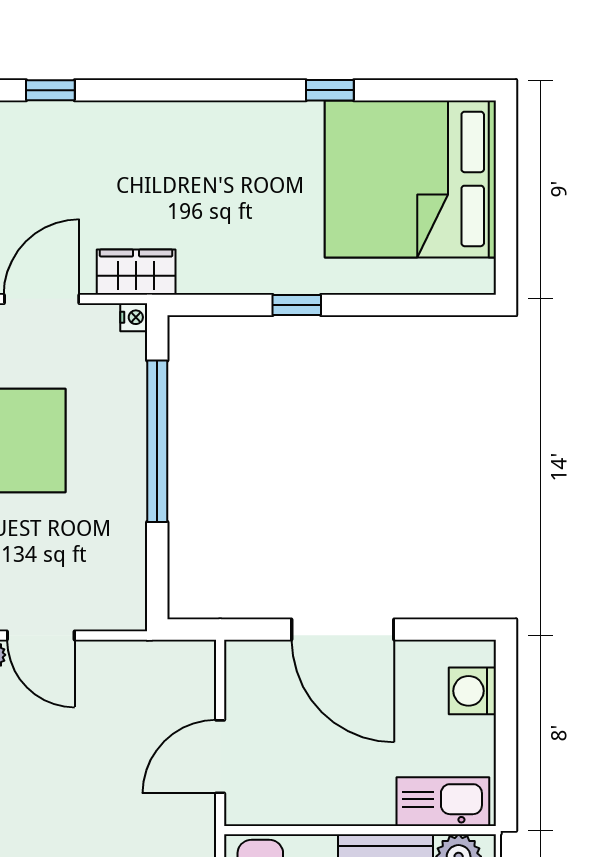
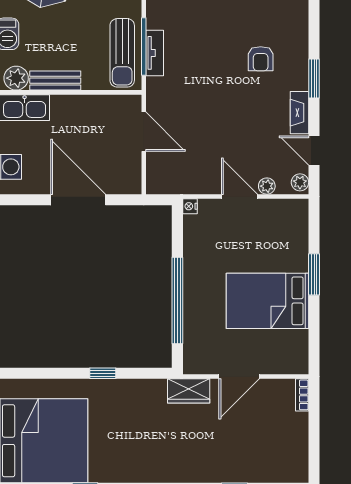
nightstand: (134, 317) -> (190, 206), moved
door: (220, 757) -> (144, 132), hinge flipped

